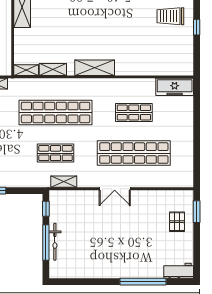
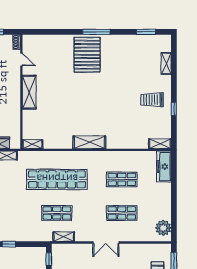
shelving: (53, 69) -> (160, 144), moved
freezer: (175, 87) -> (164, 167), moved, turned 90
shop shelf: (134, 153) -> (122, 213), width x0.50, depth x0.74
plant: (184, 171) -> (163, 228), added

